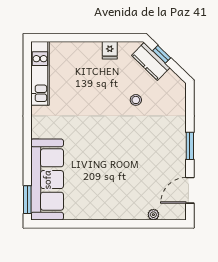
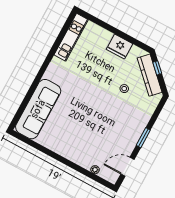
fridge: (110, 50) -> (120, 46), width x1.88, depth x1.34
kitchen counter: (151, 61) -> (150, 75), width x1.50
window: (27, 200) -> (18, 115), removed

